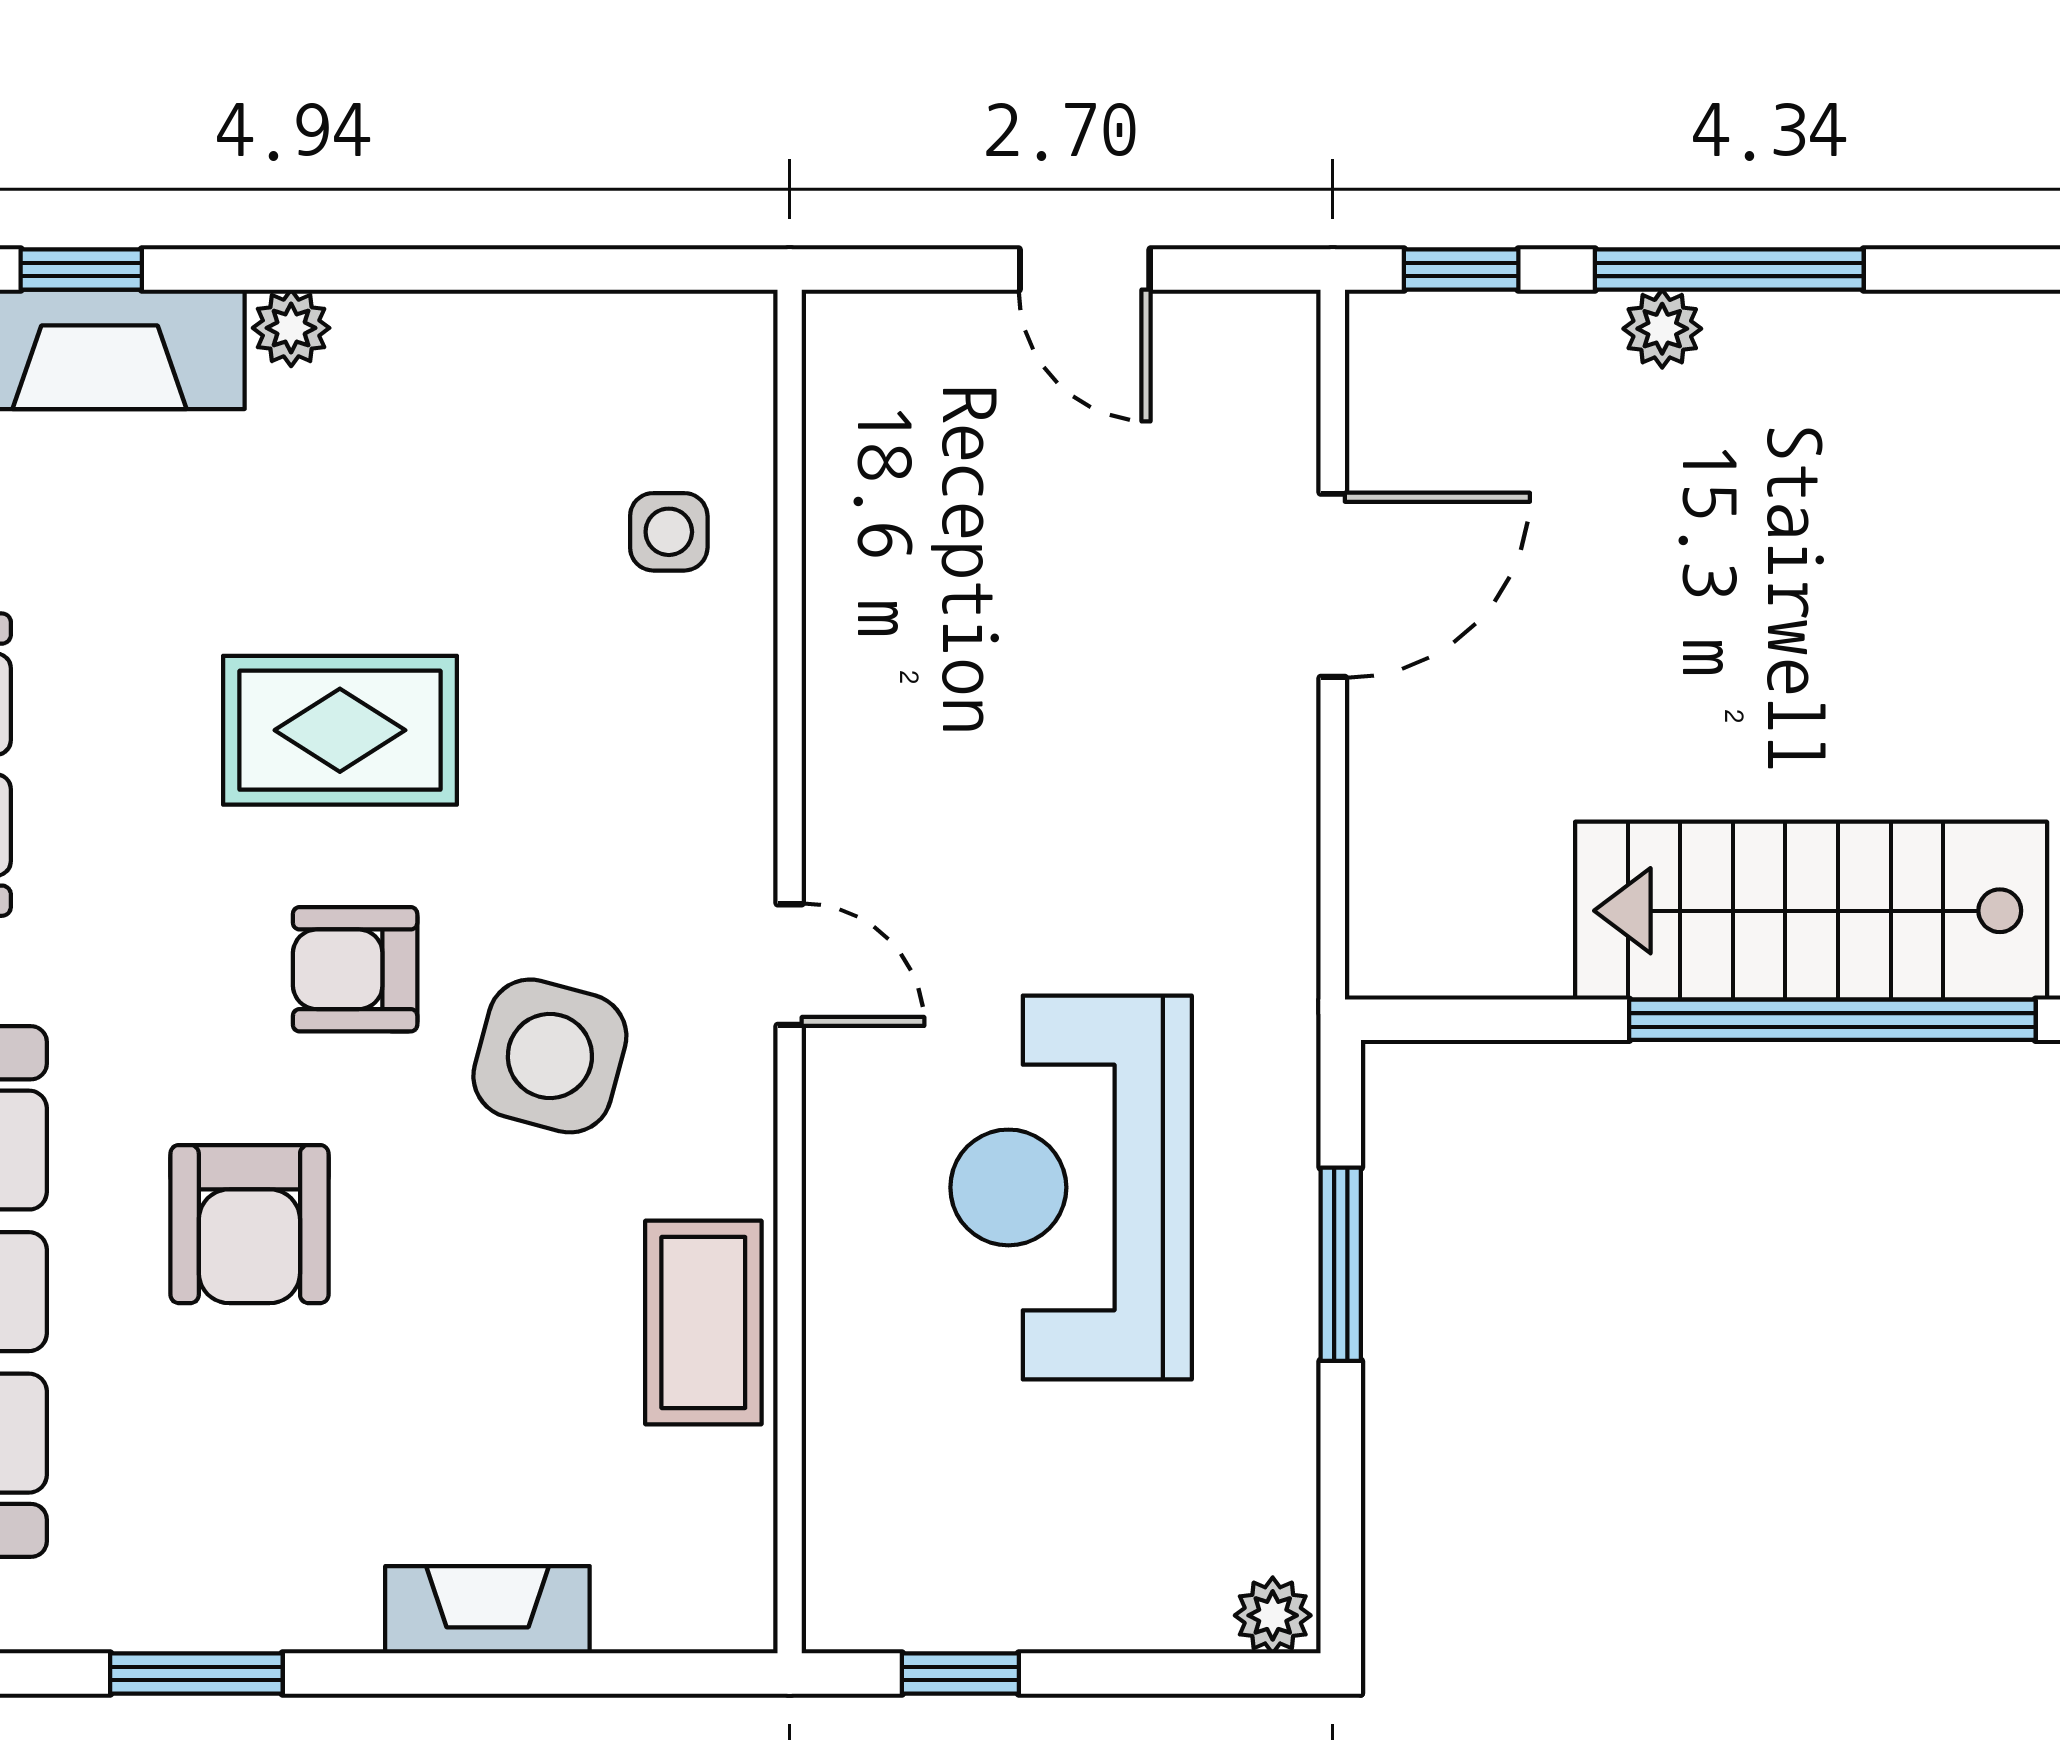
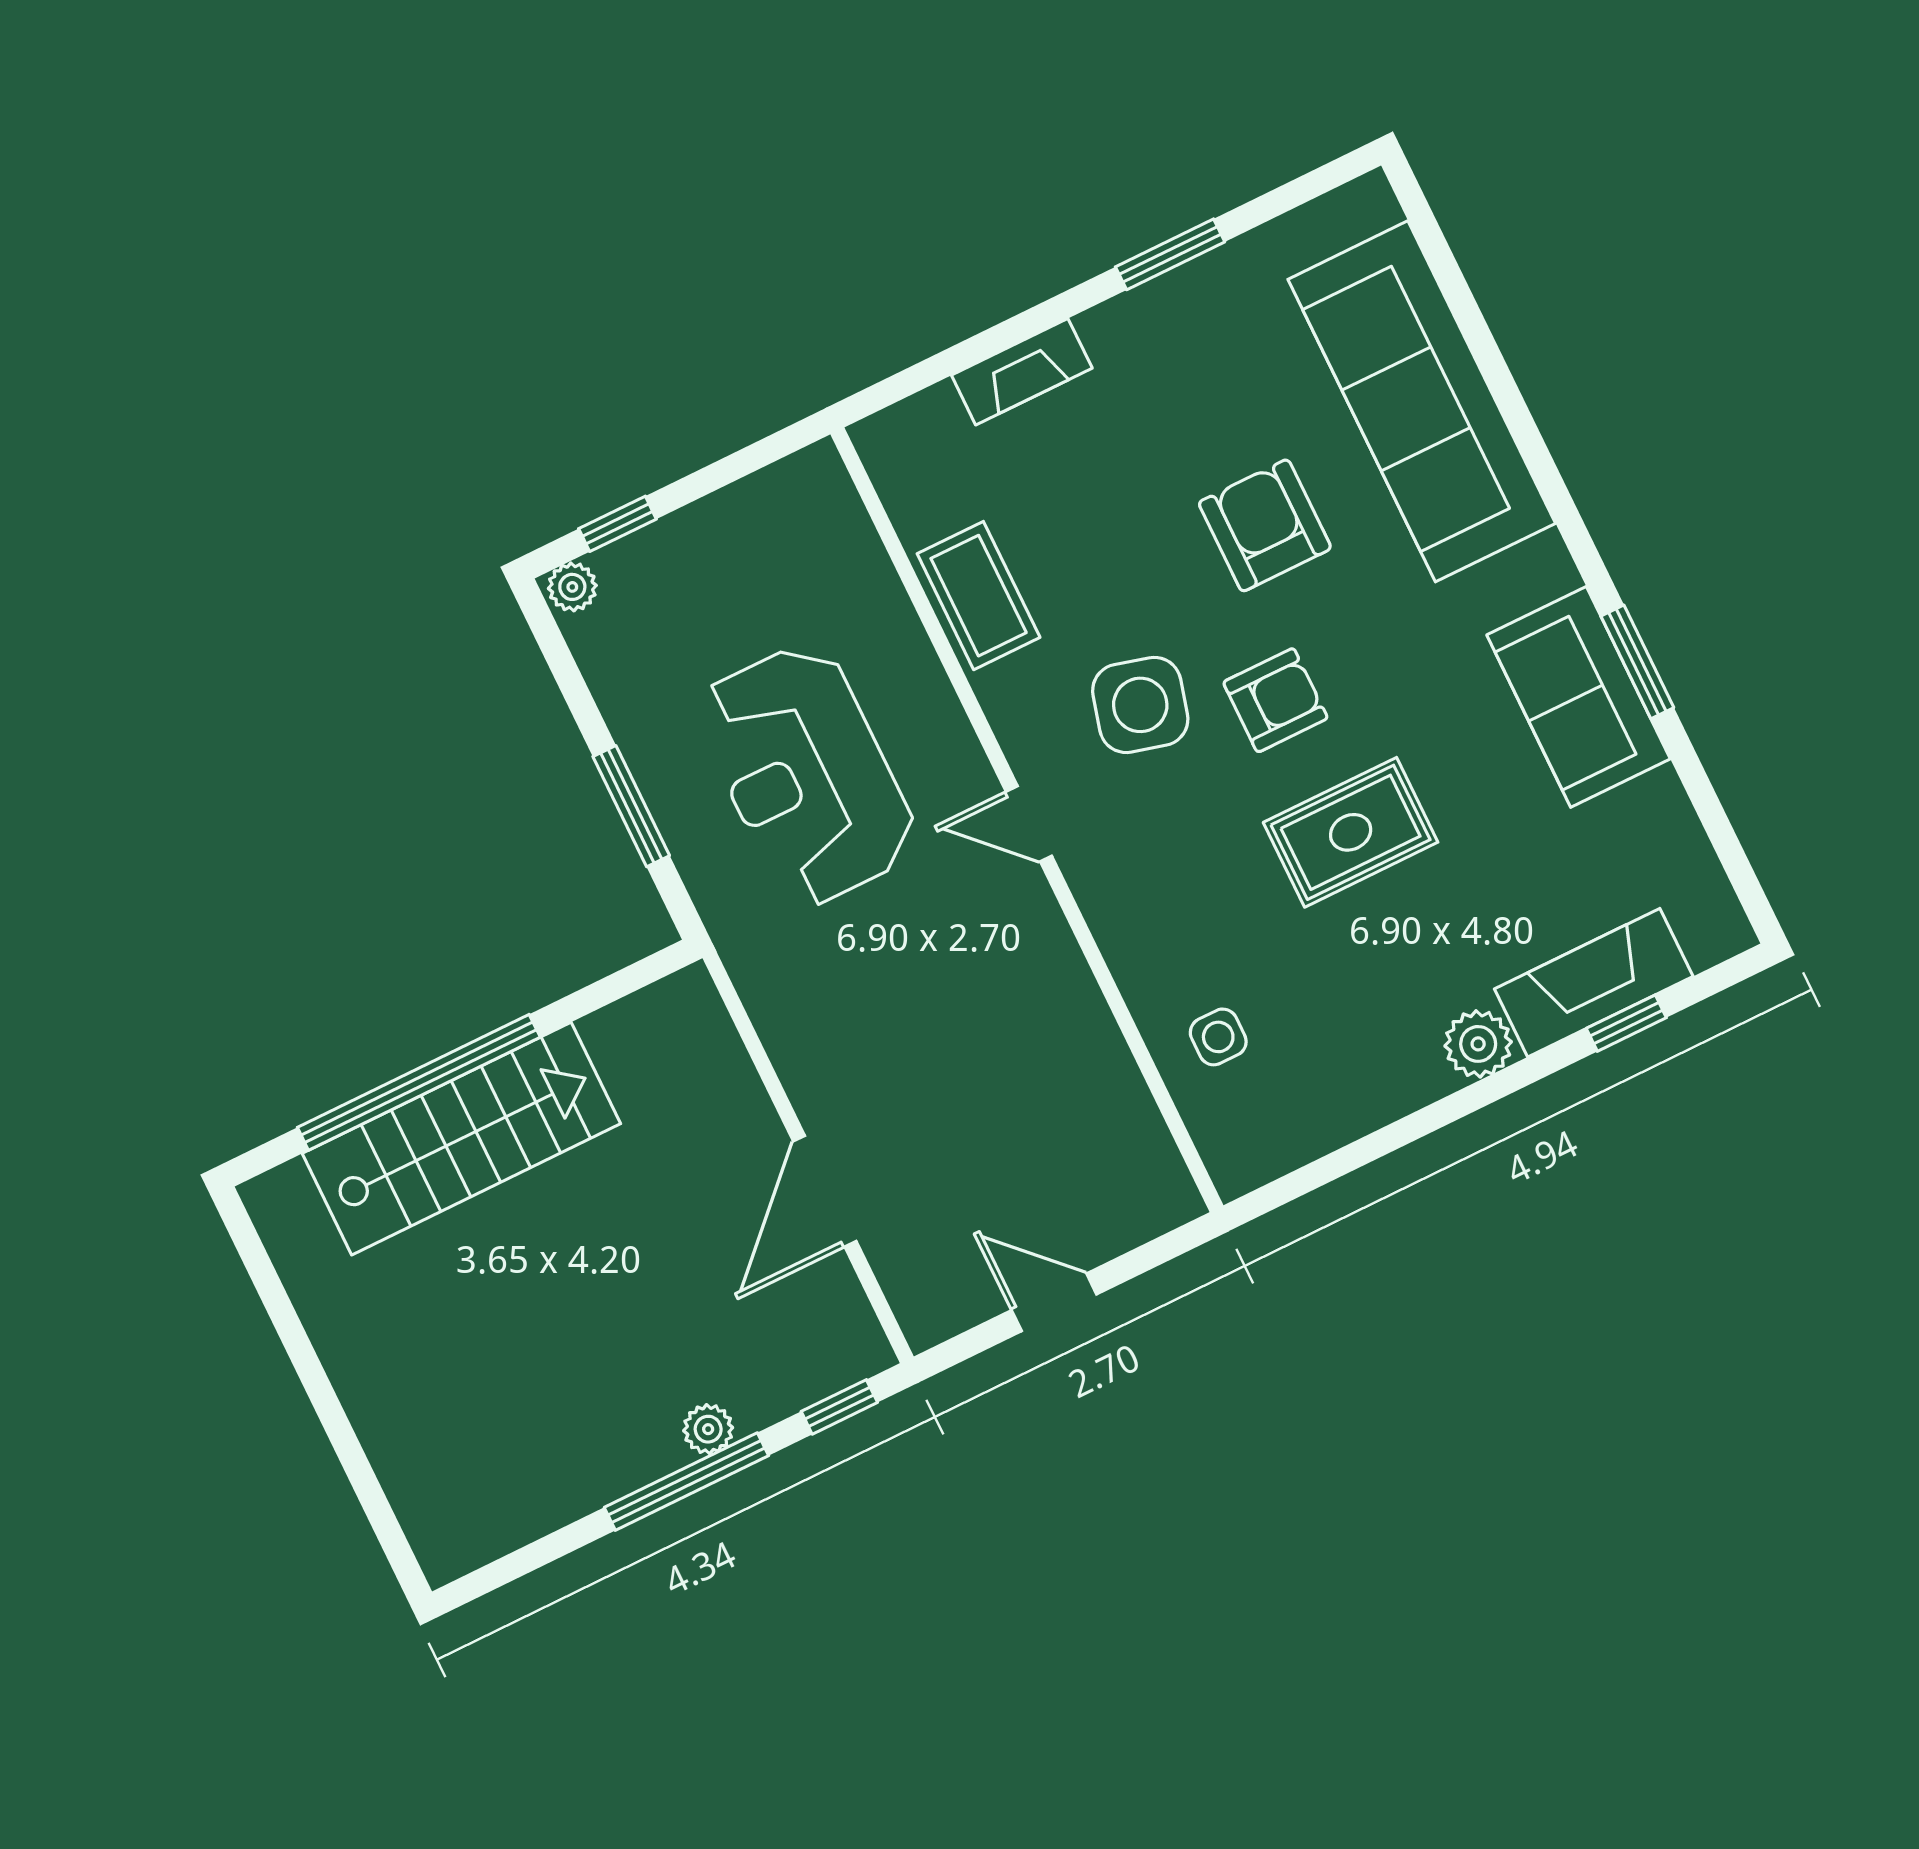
plant: (291, 328) -> (1478, 1044), width x1.38, depth x1.38
reception desk: (1071, 1187) -> (806, 775), turned 180
window: (960, 1674) -> (618, 524), moved

